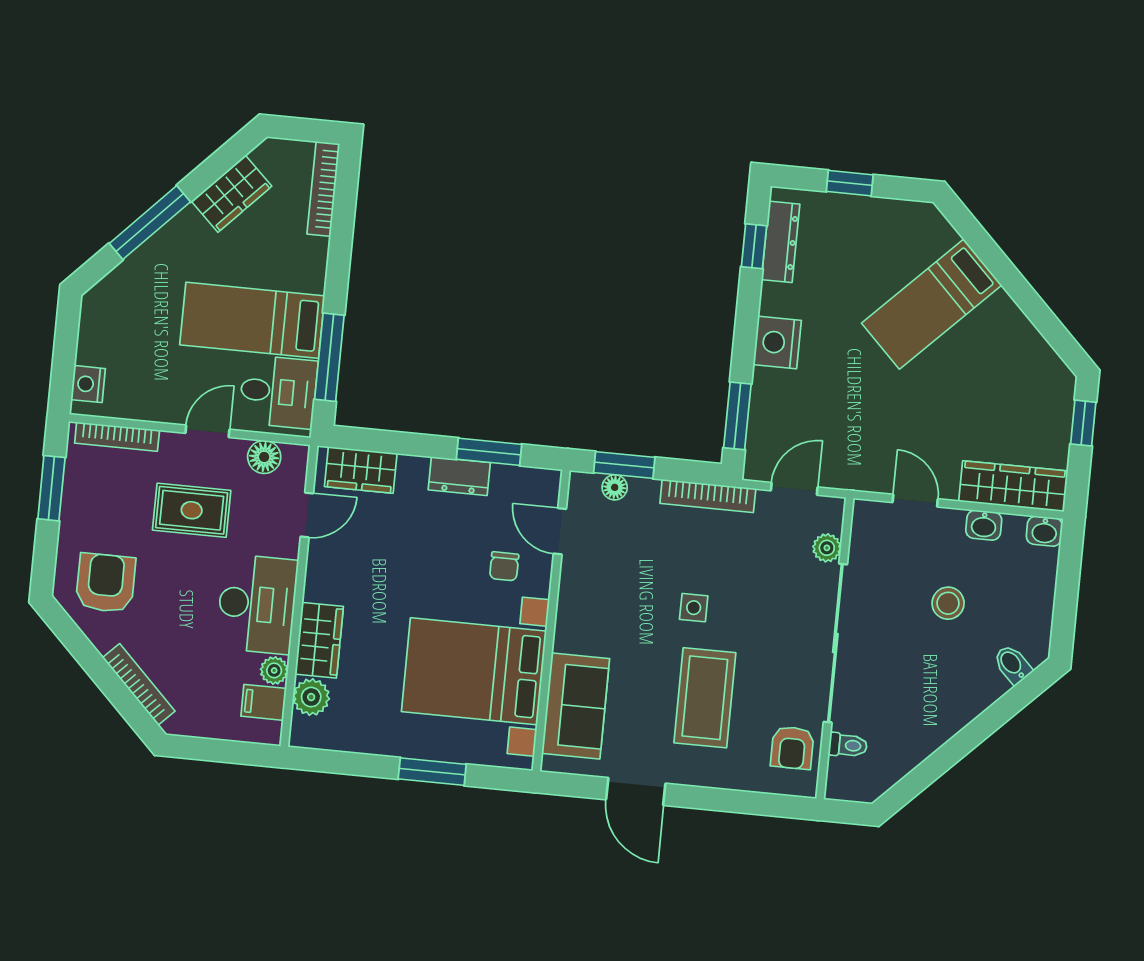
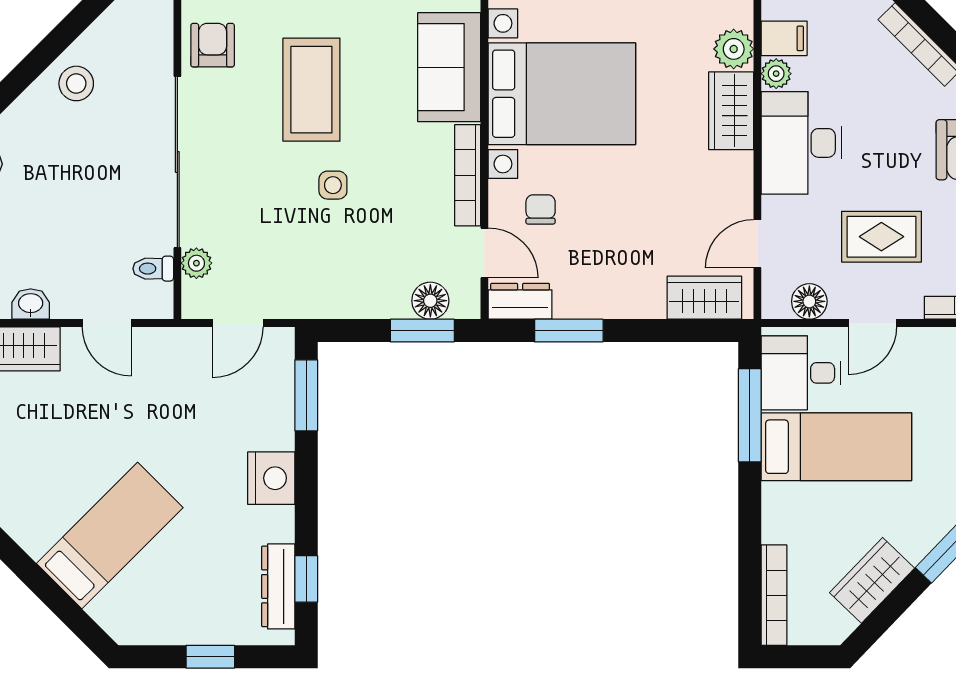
dresser: (459, 476) -> (520, 301), moved
floor lamp: (615, 487) -> (430, 301), width x1.37, depth x1.37
bookcase: (708, 496) -> (468, 175), moved, turned -90
stool: (948, 603) -> (76, 83), moved
toilet: (848, 745) -> (153, 269), moved

